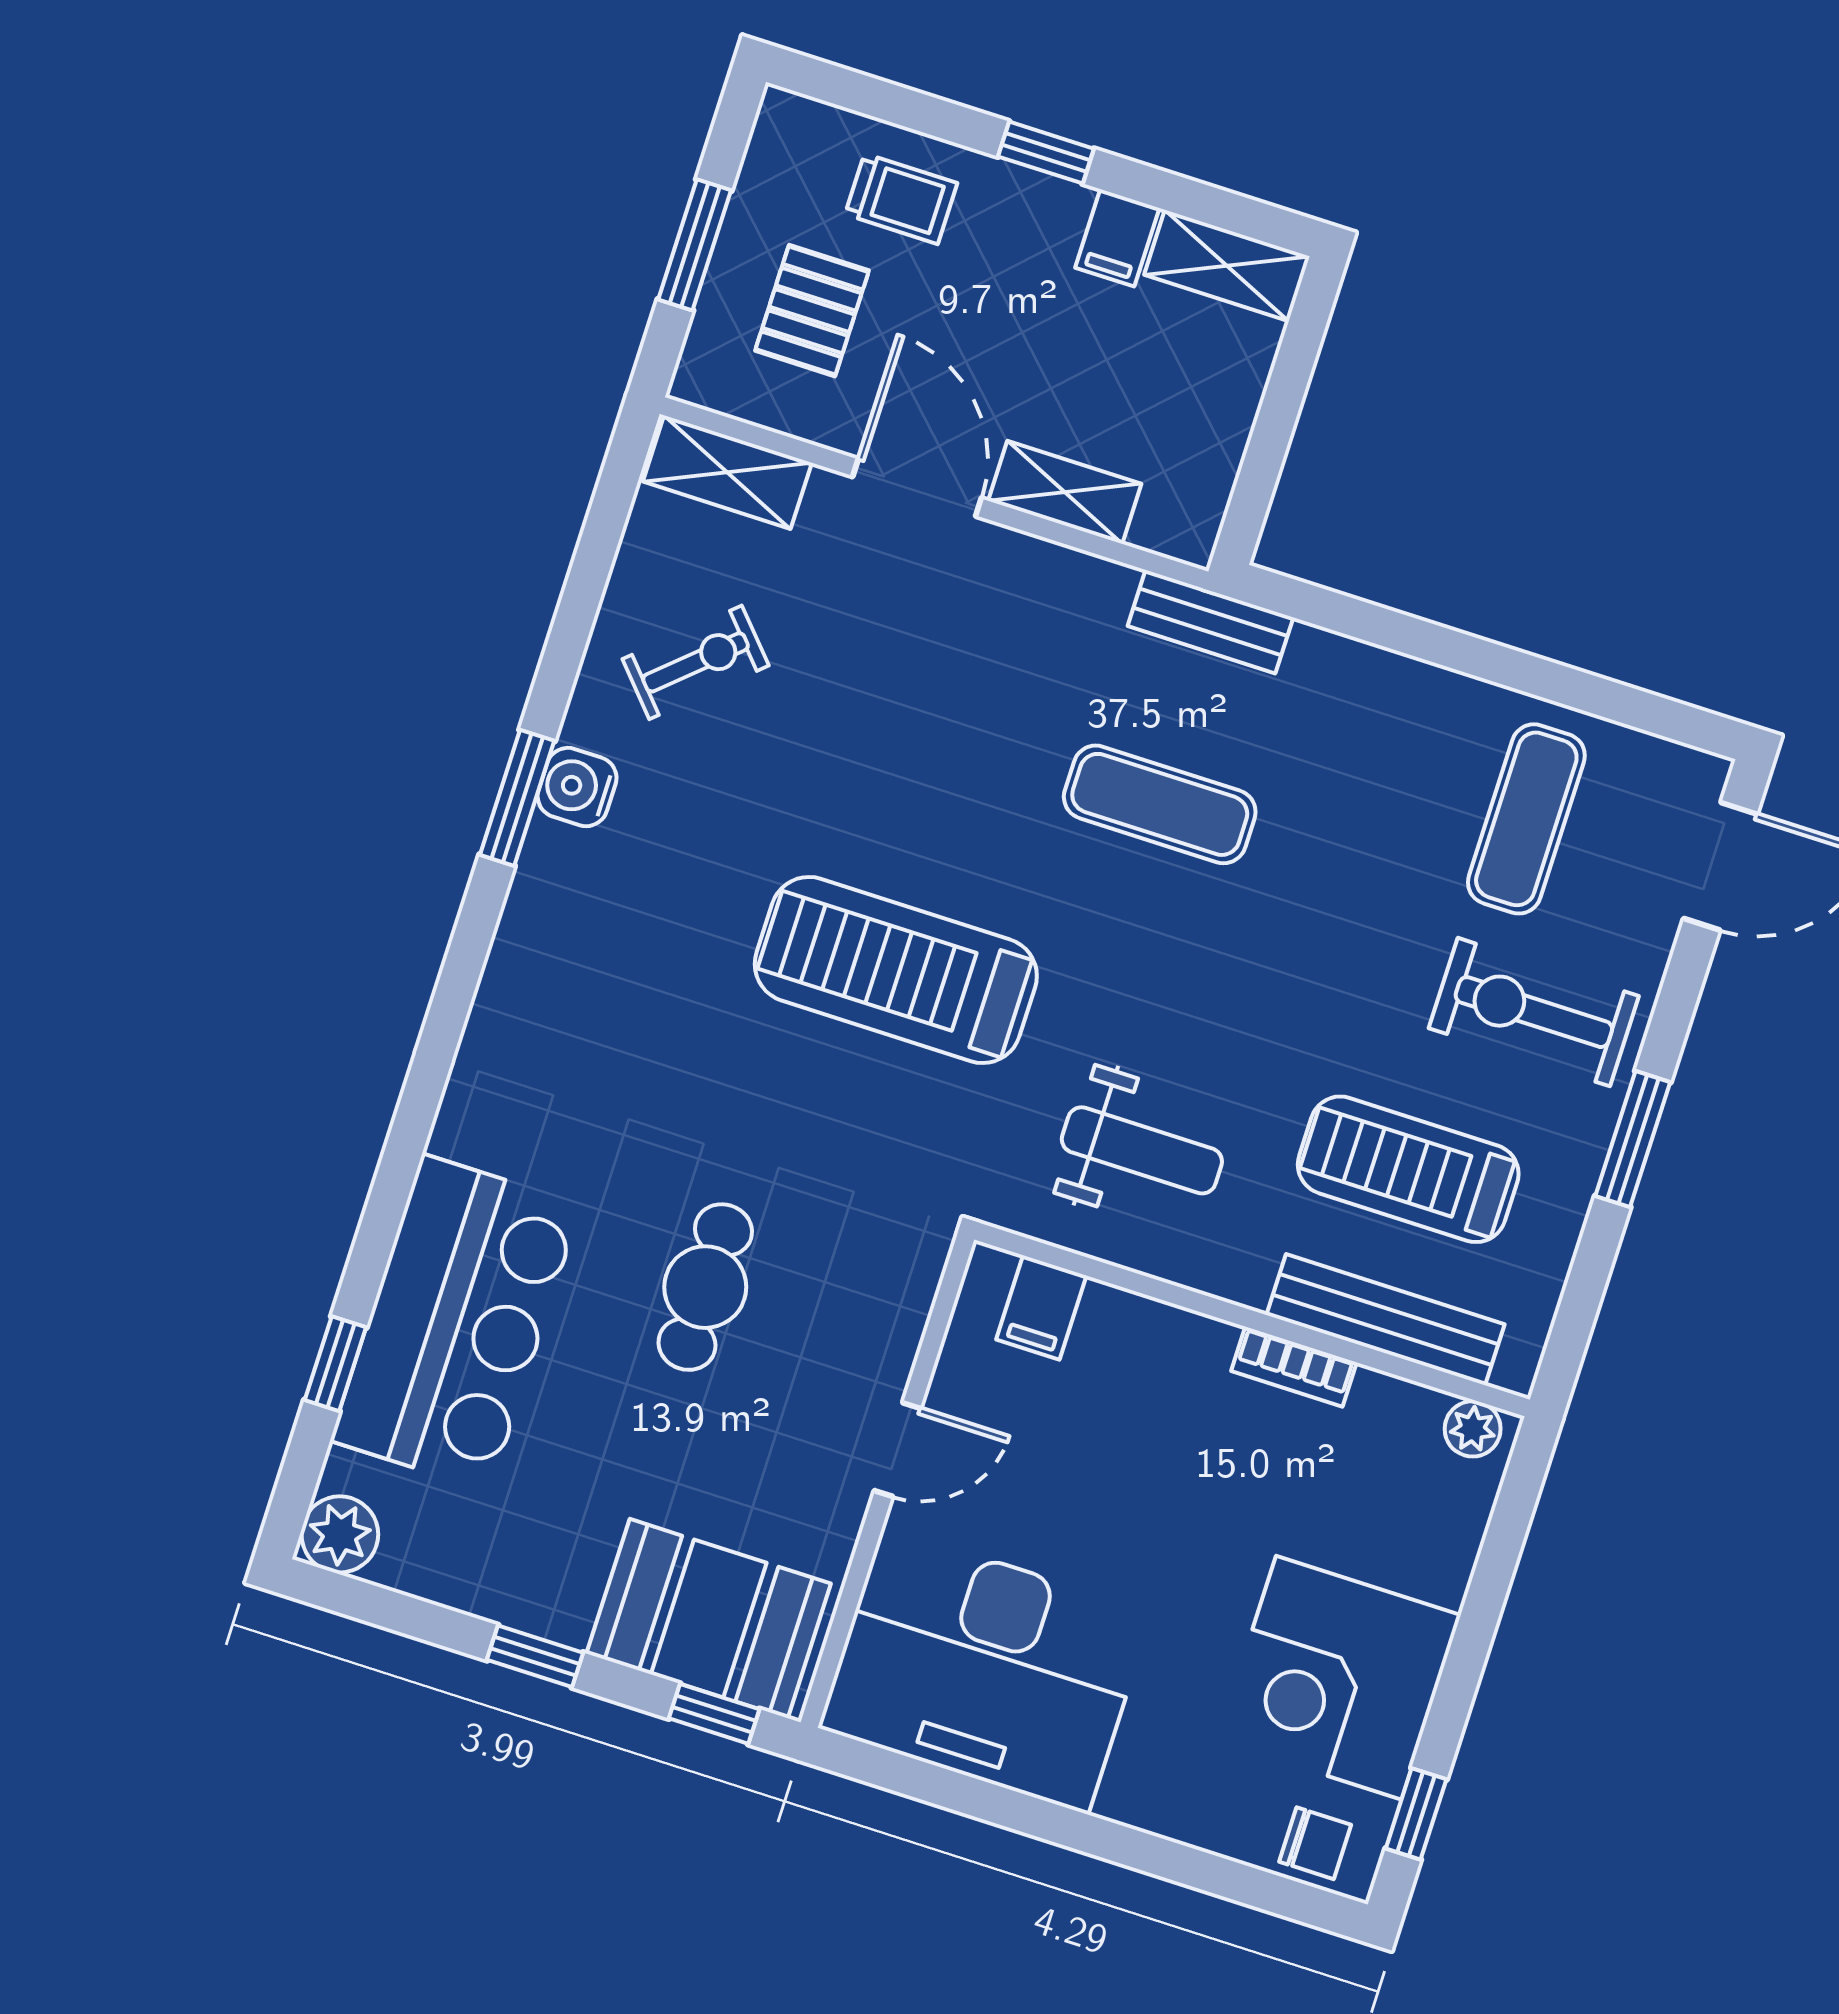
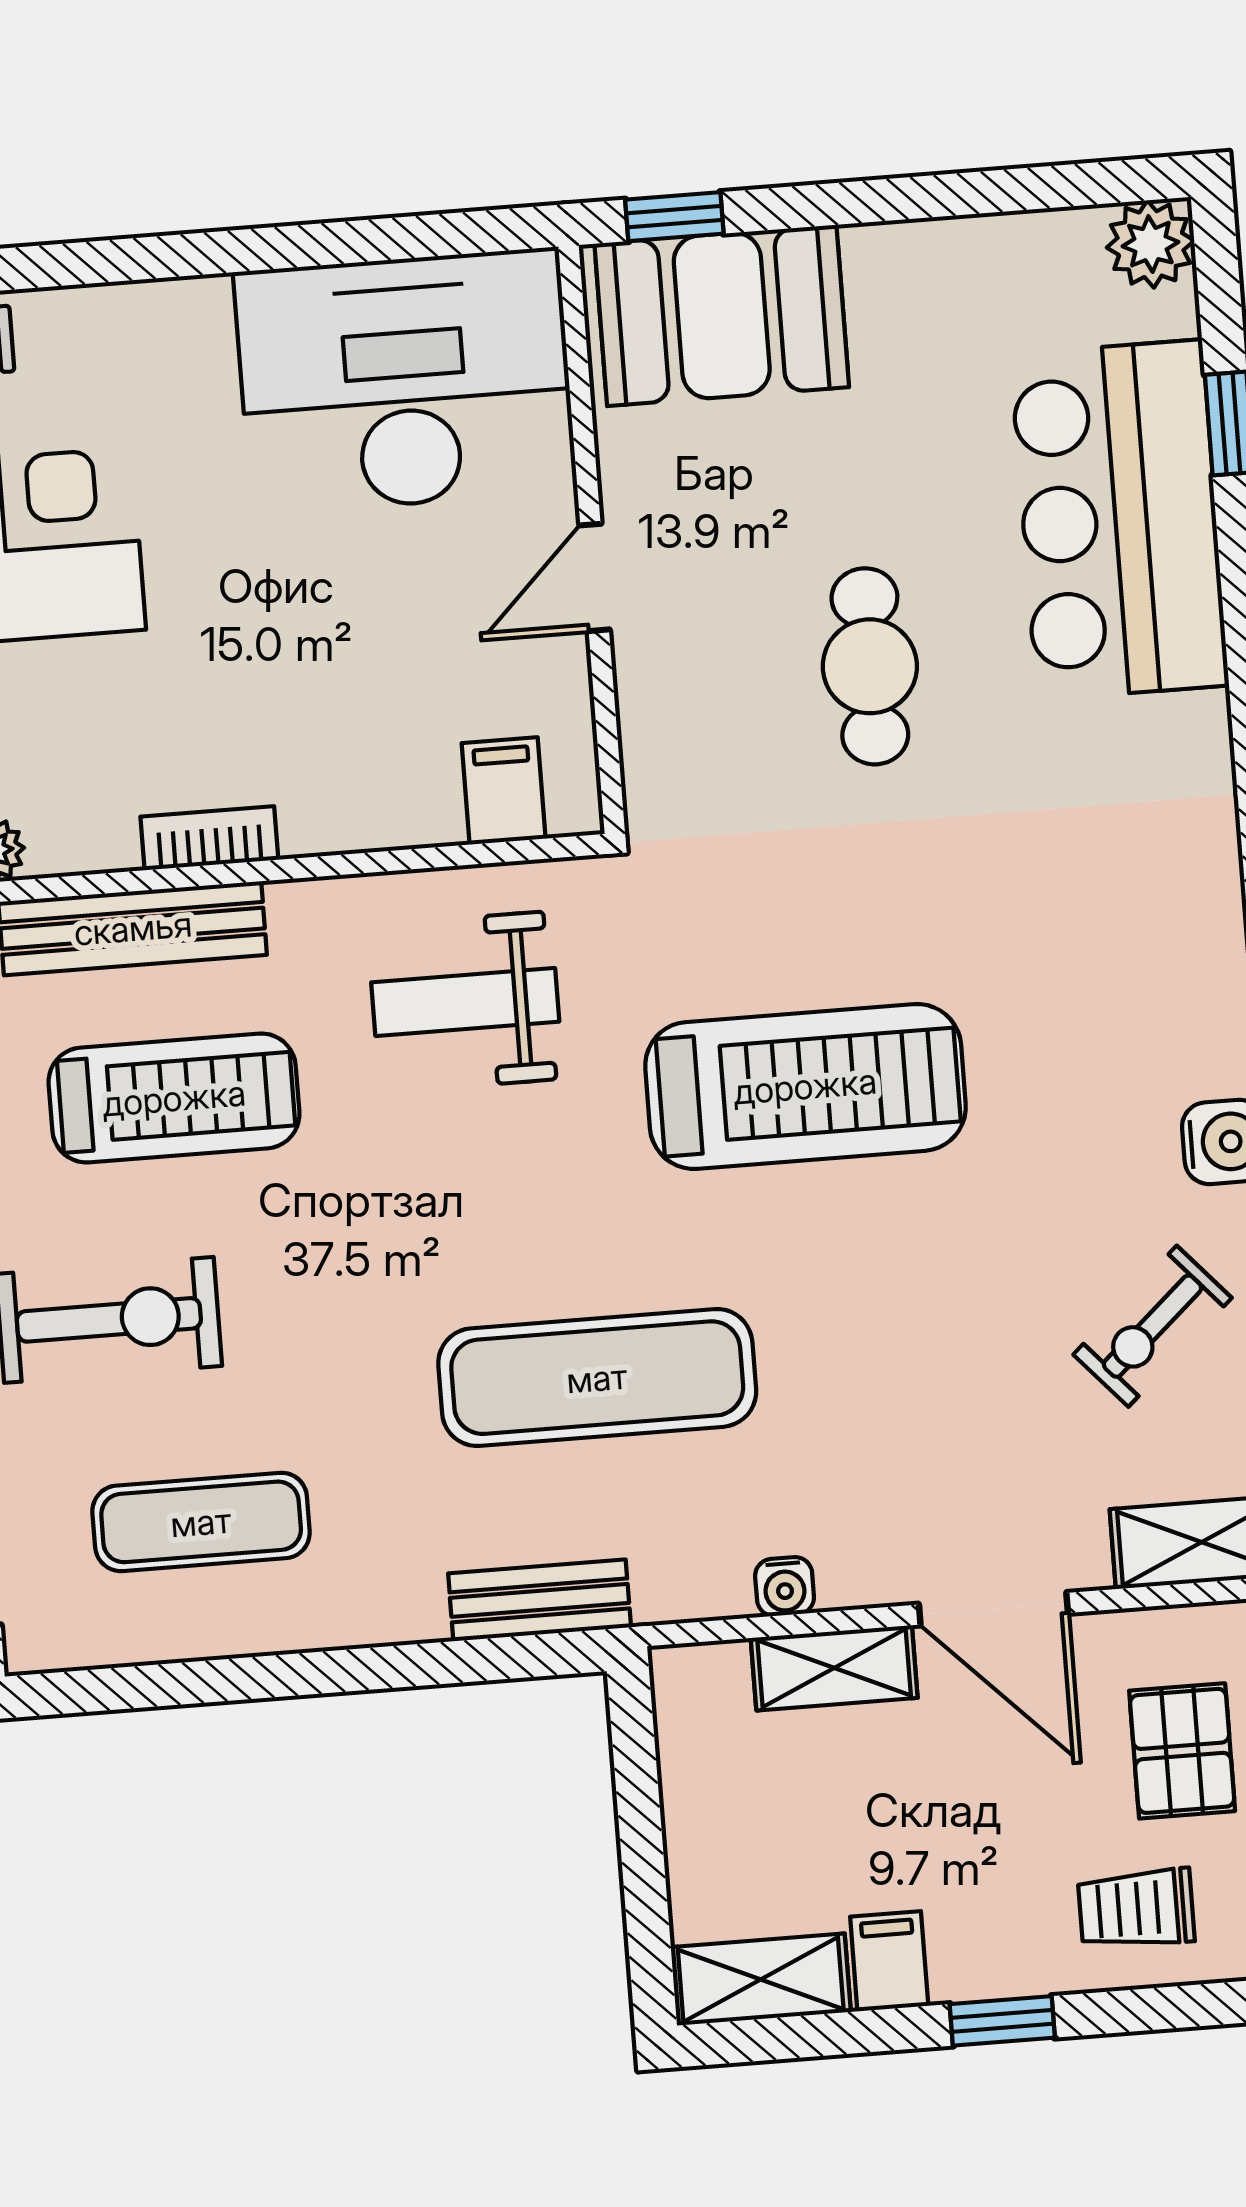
water cooler: (1078, 574) -> (785, 1587), added
bench: (1210, 622) -> (540, 1600), moved
exercise mat: (1160, 804) -> (597, 1378), width x1.36, depth x1.45
exercise mat: (1526, 819) -> (201, 1522), turned 90
window: (535, 1656) -> (890, 200), removed

